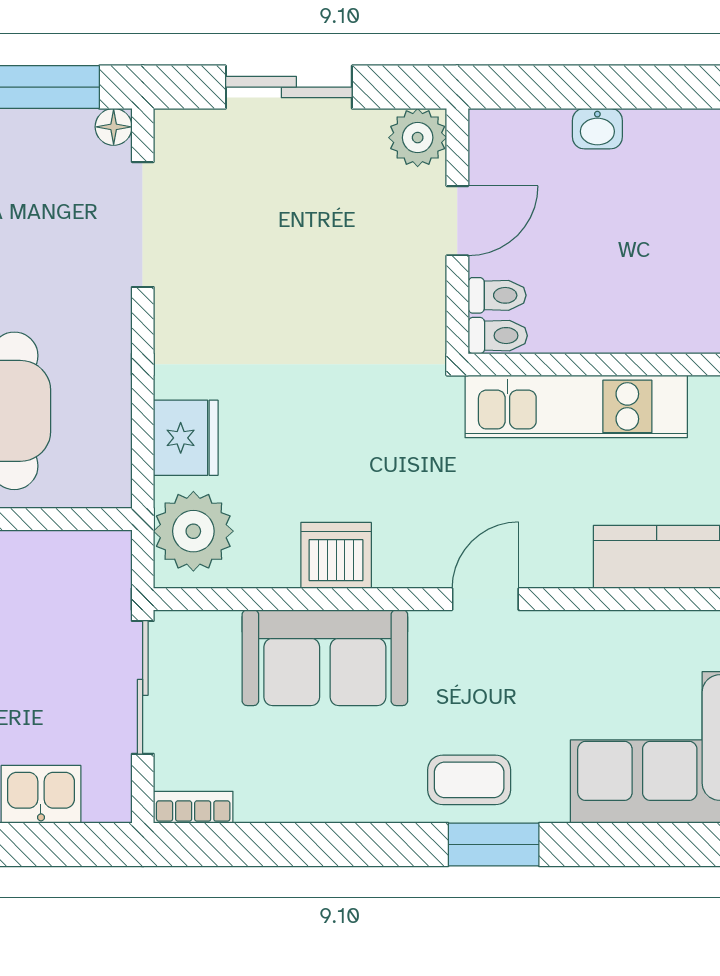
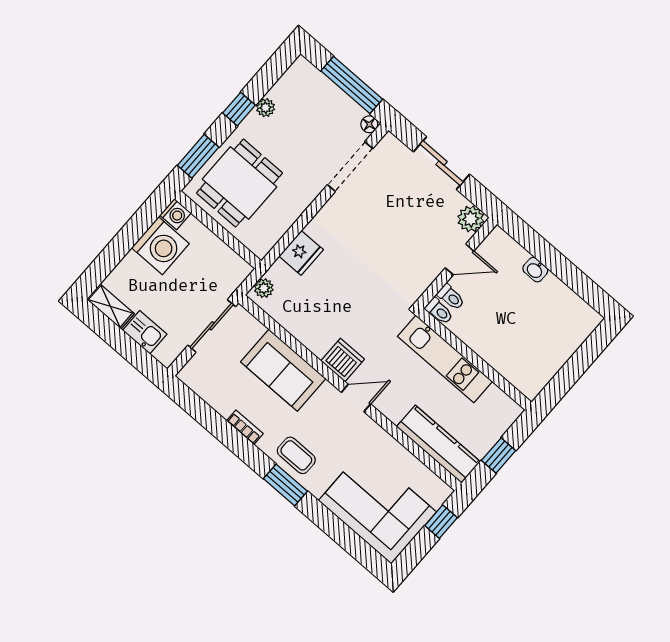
plant: (193, 531) -> (264, 288), width x0.53, depth x0.53
dishwasher: (336, 555) -> (343, 360), moved
bookcase: (193, 807) -> (245, 427), moved

